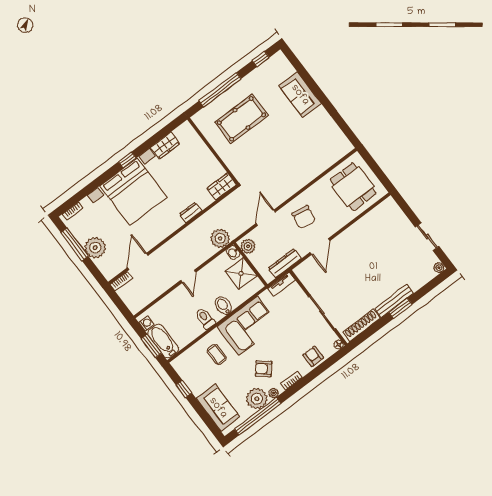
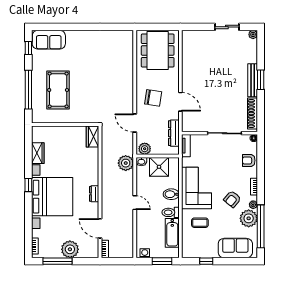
sofa: (300, 95) -> (49, 40), moved
dining table: (353, 187) -> (158, 51), width x1.38
dresser: (191, 212) -> (94, 194), moved
bathtub: (163, 341) -> (172, 233), moved, turned -90

